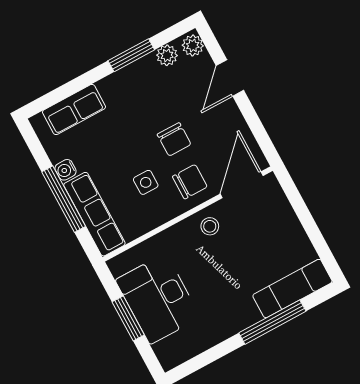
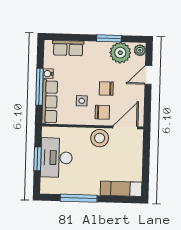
plant: (167, 55) -> (120, 53), width x1.88, depth x1.88
chair: (174, 139) -> (106, 89), turned 90
stool: (210, 226) -> (100, 138), width x1.89, depth x1.89
window: (272, 322) -> (79, 198), moved

